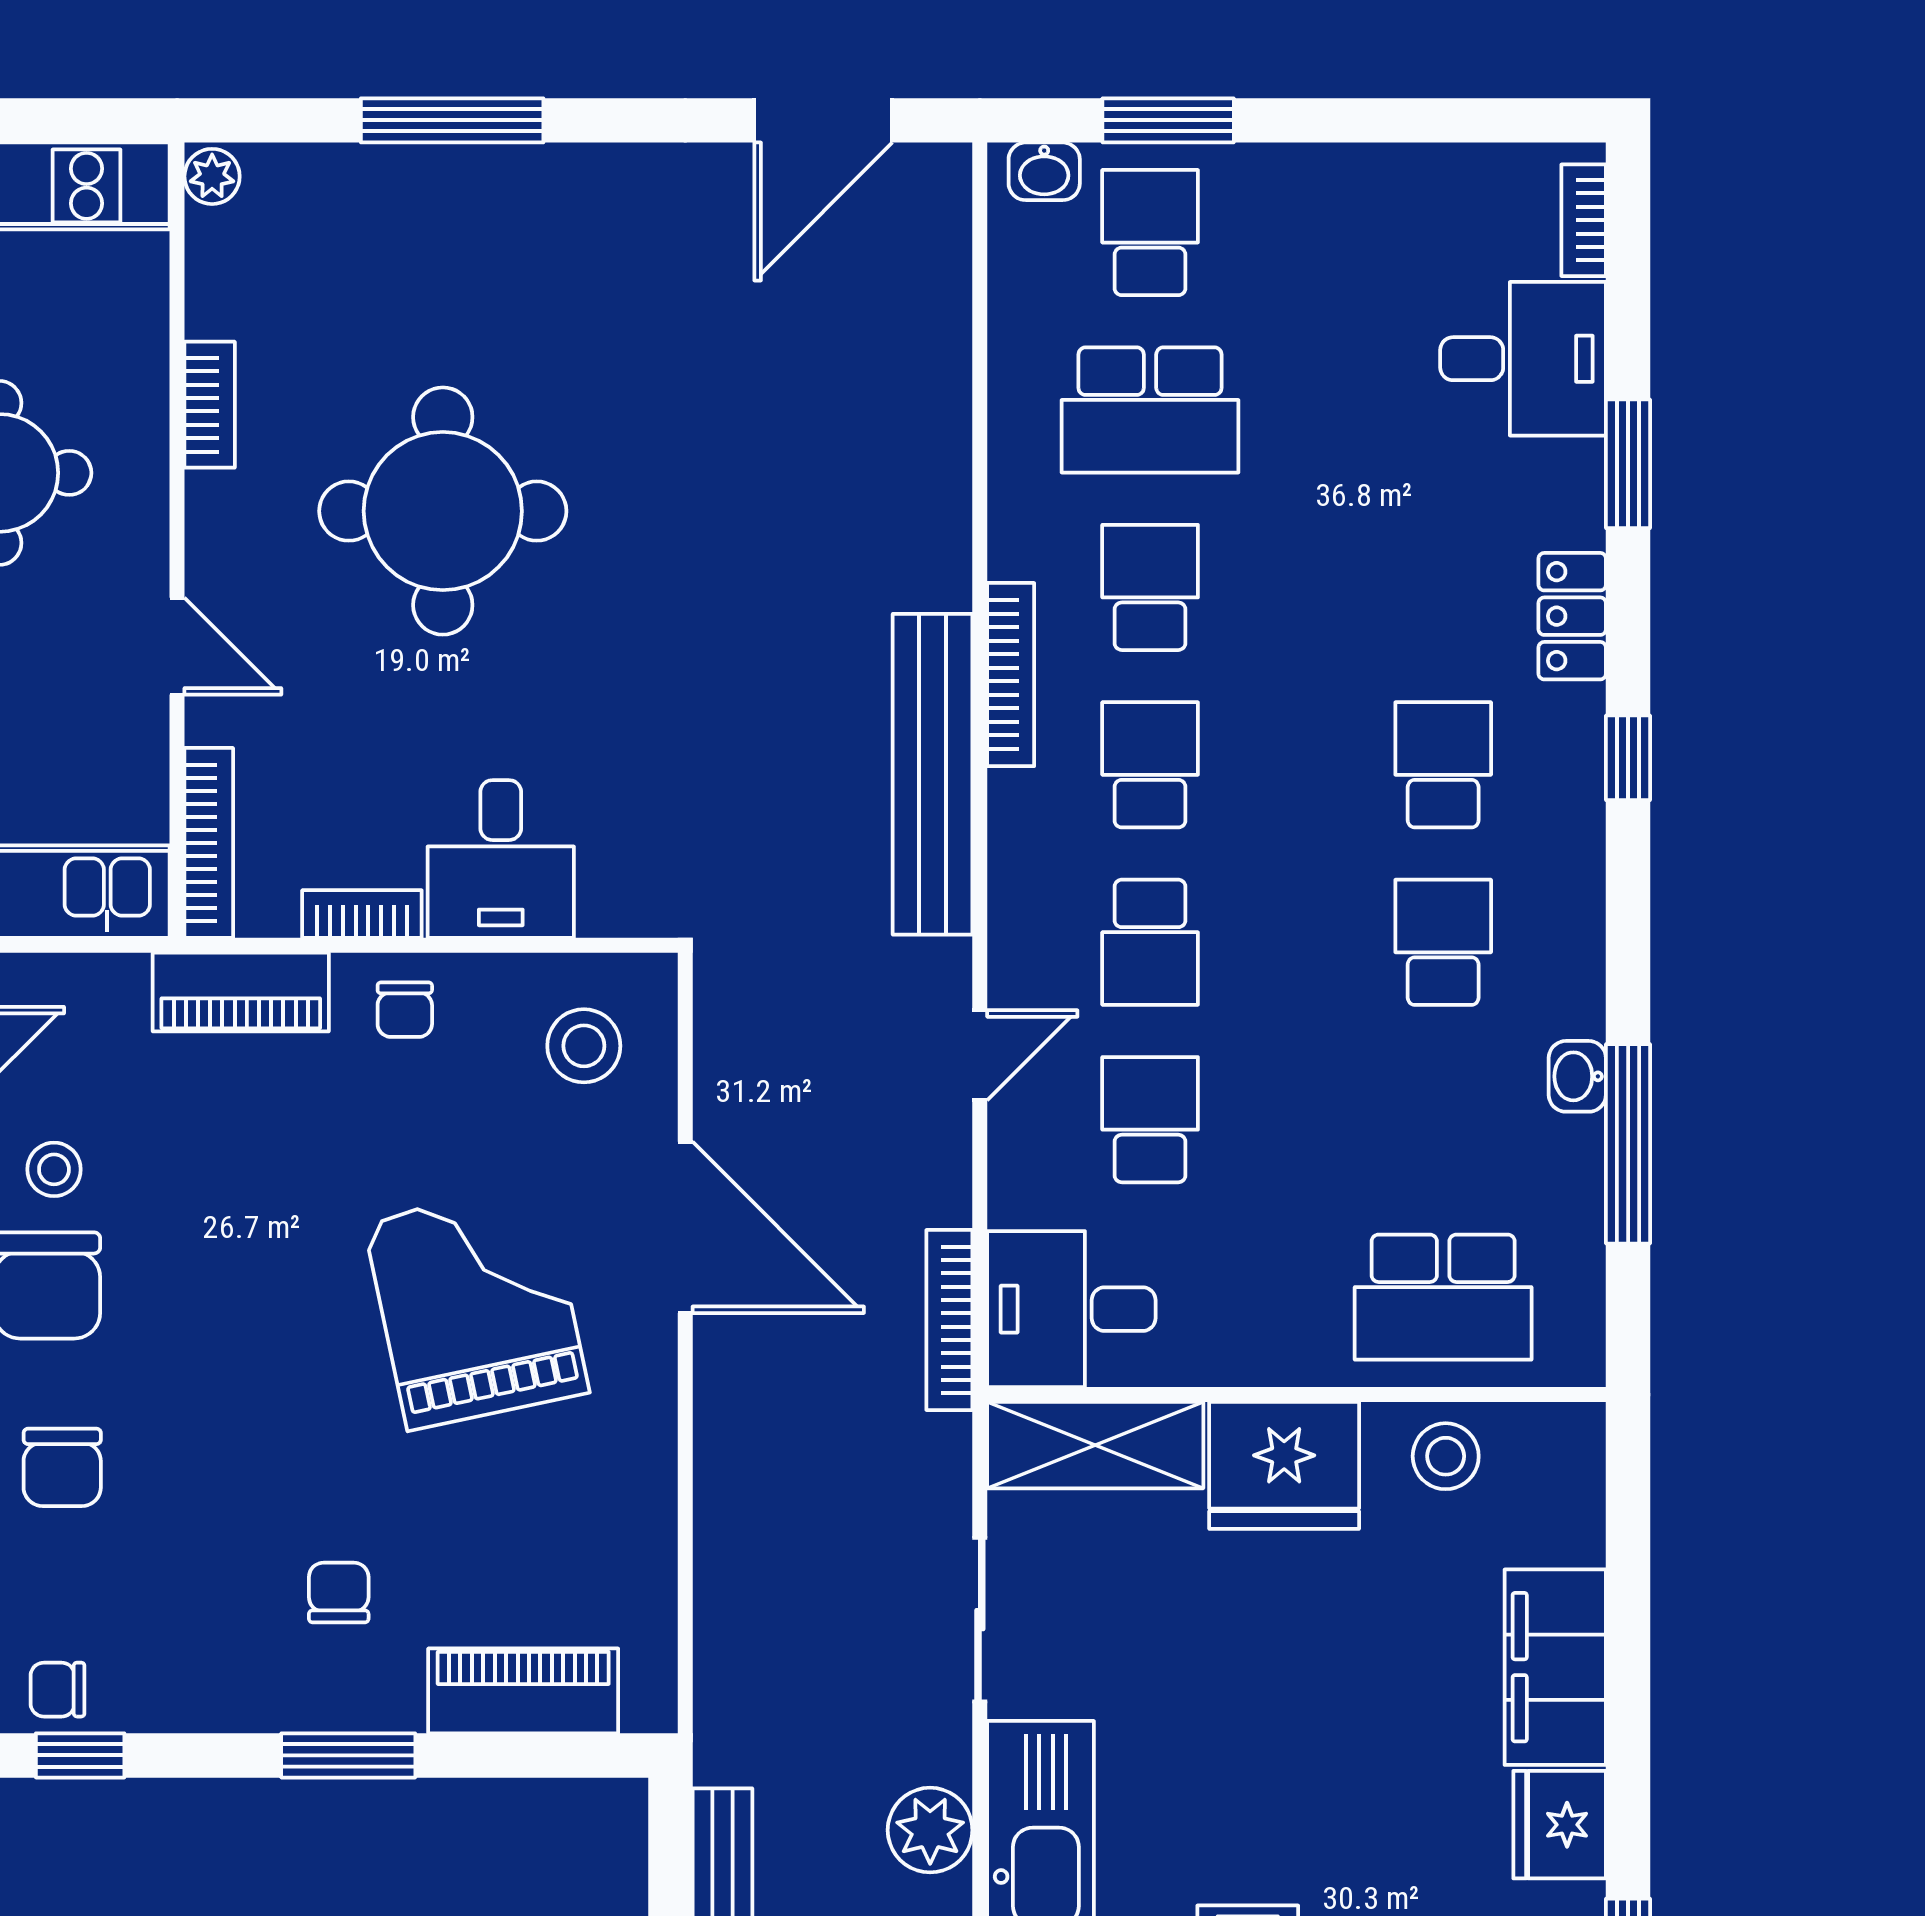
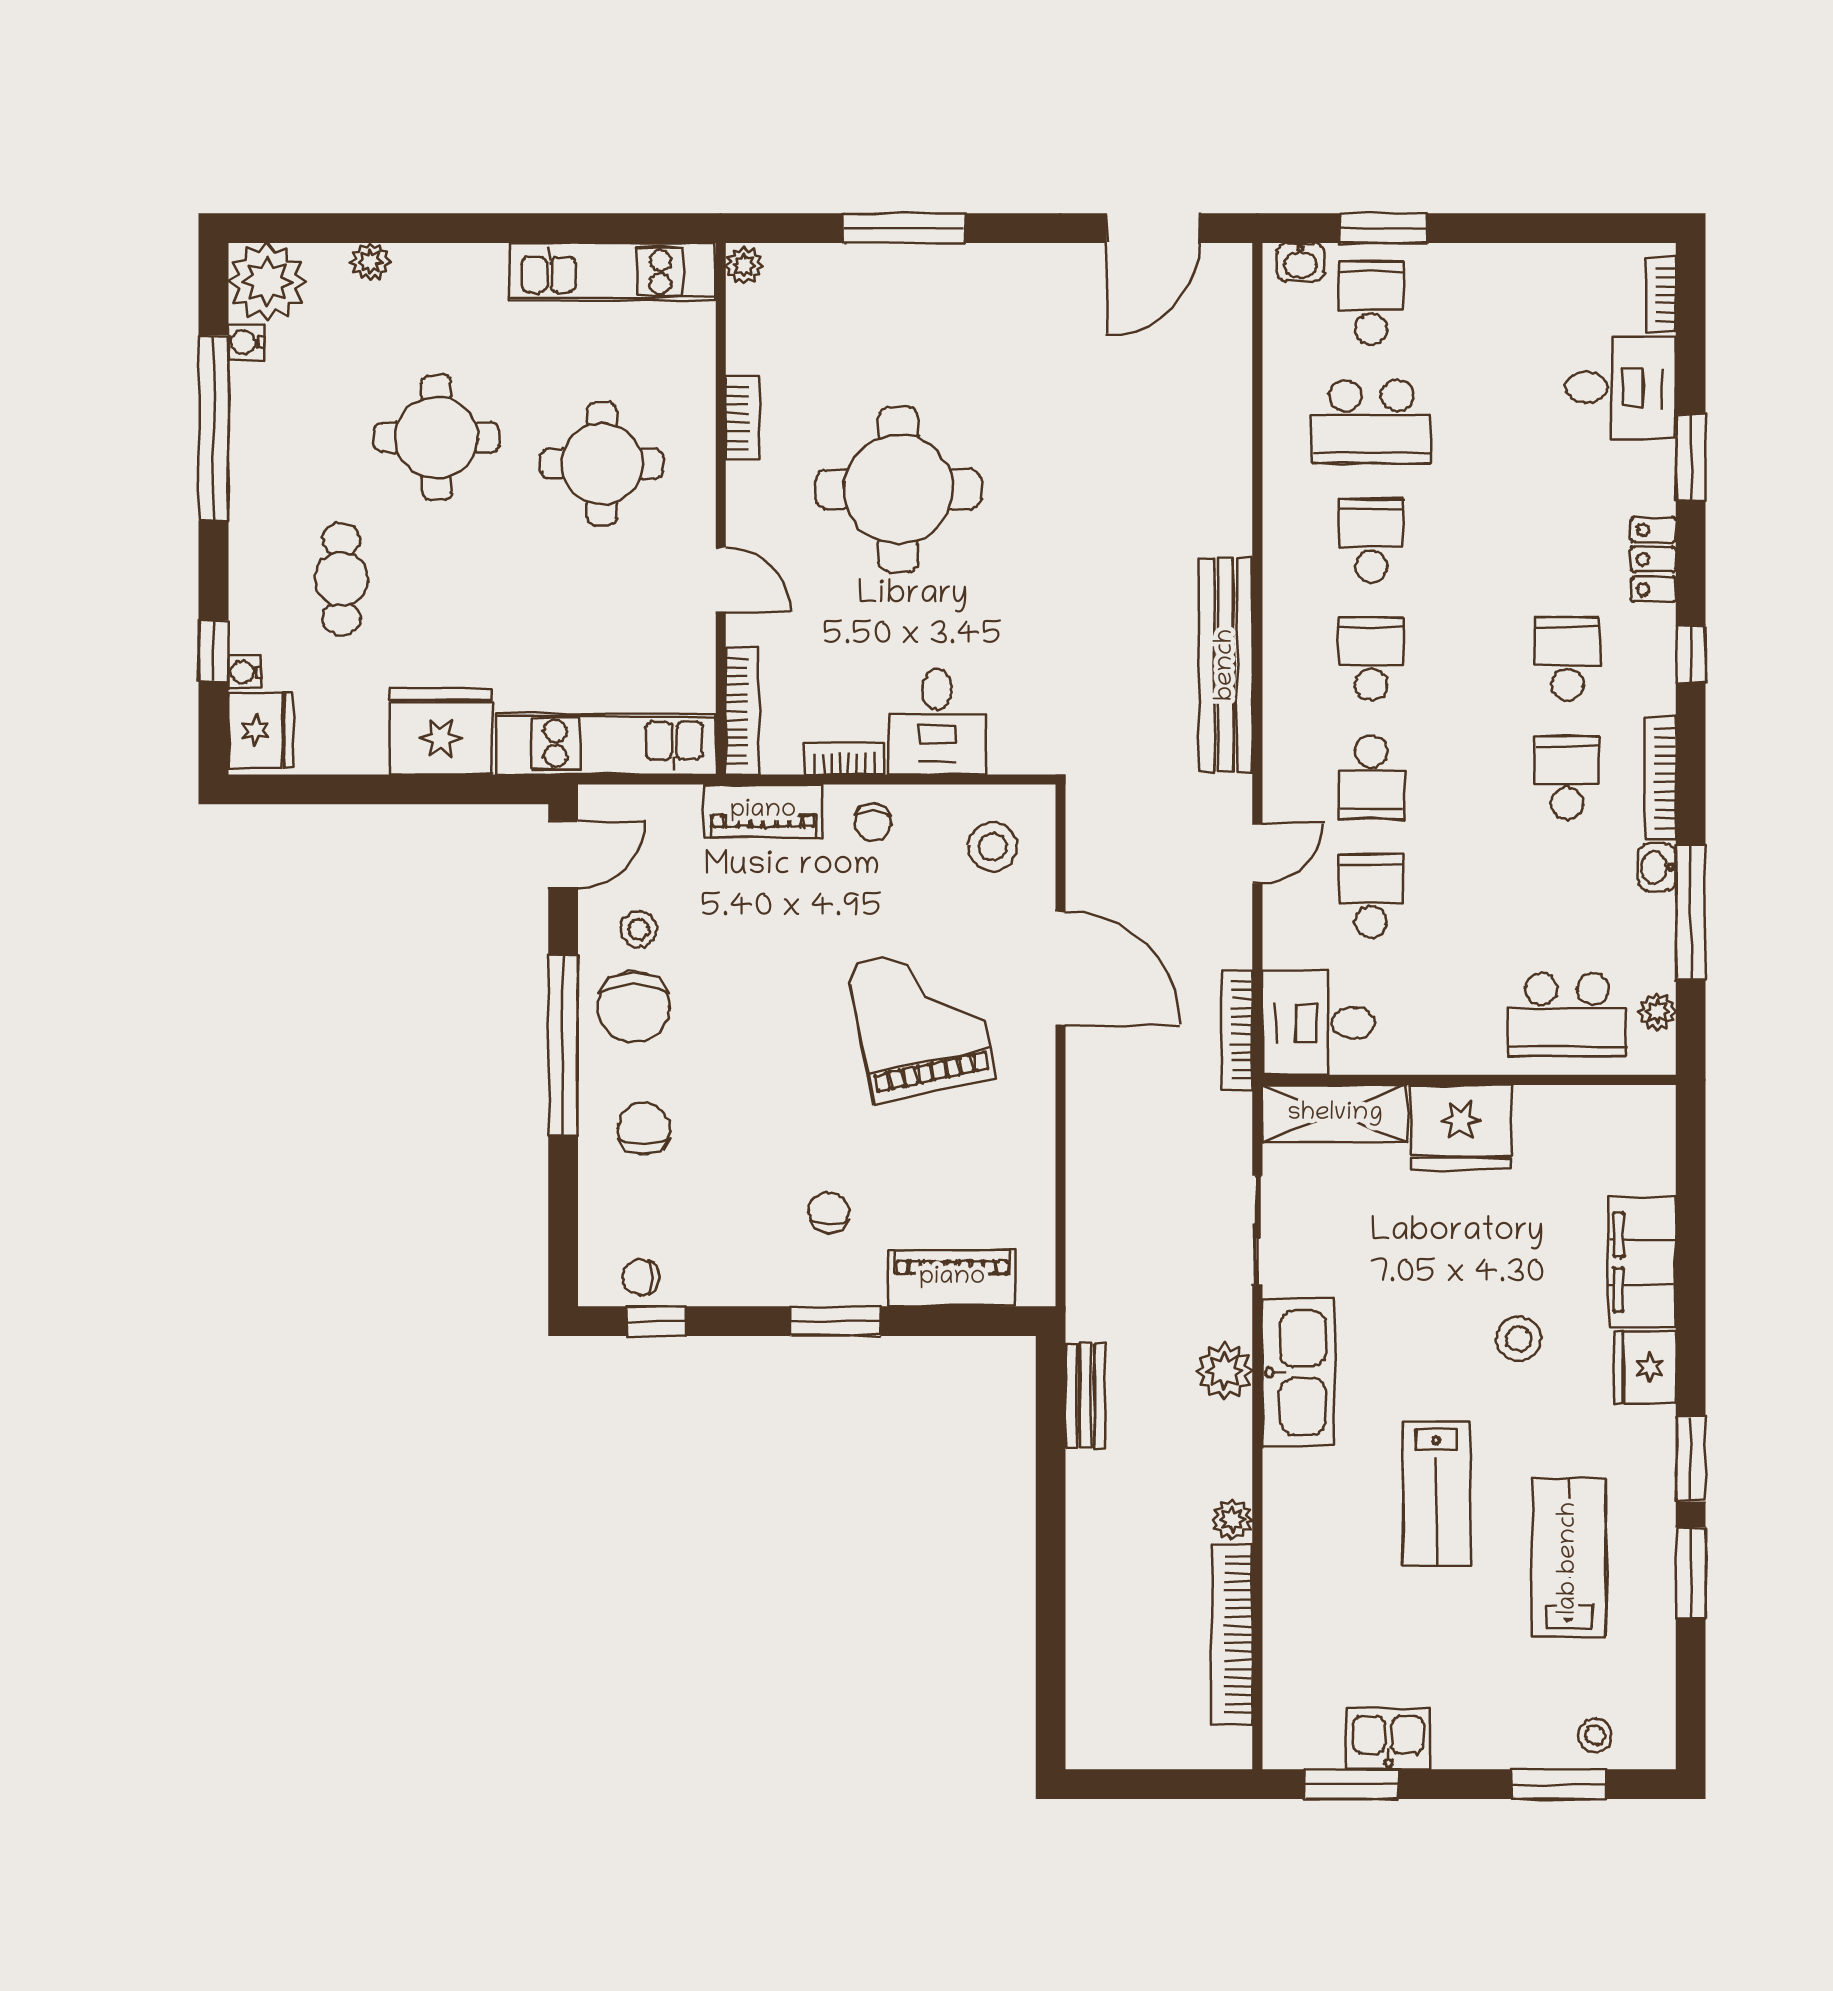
bookcase: (1011, 675) -> (1660, 778), moved, turned 180
plant: (1578, 1292) -> (1657, 1012), added
stool: (1446, 1456) -> (1519, 1339), moved
chair: (62, 1467) -> (644, 1129), turned 180

